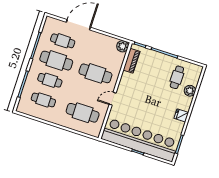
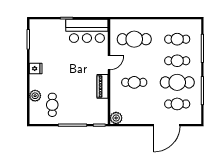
piano: (131, 61) -> (103, 86), moved
cafe table: (95, 73) -> (134, 82), width x0.73, depth x0.74
bar counter: (140, 140) -> (87, 31), width x0.54

